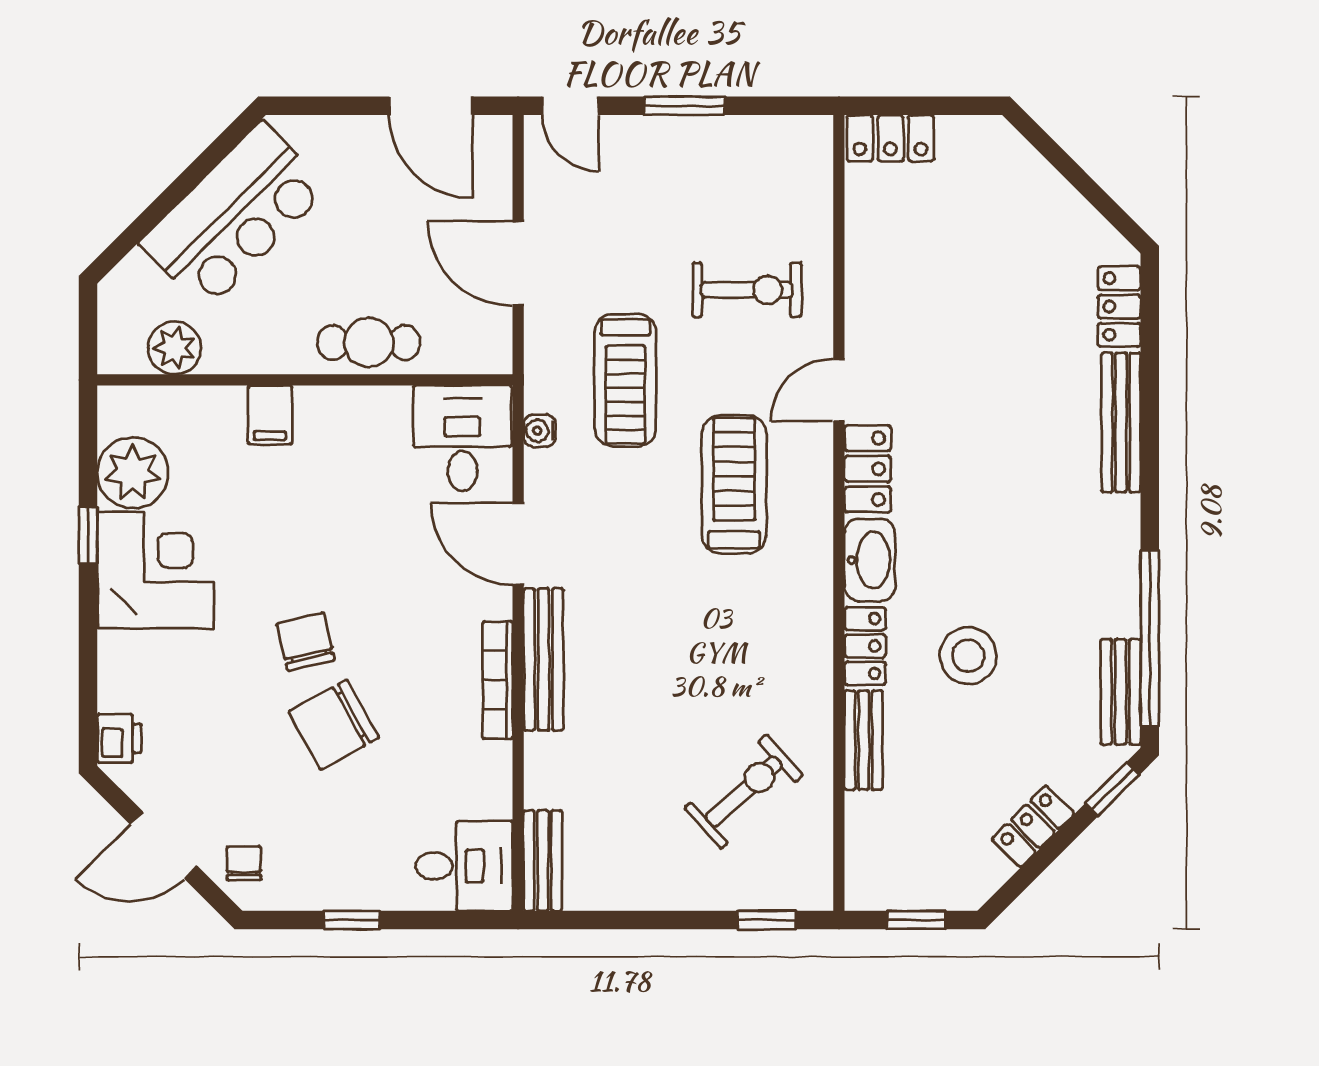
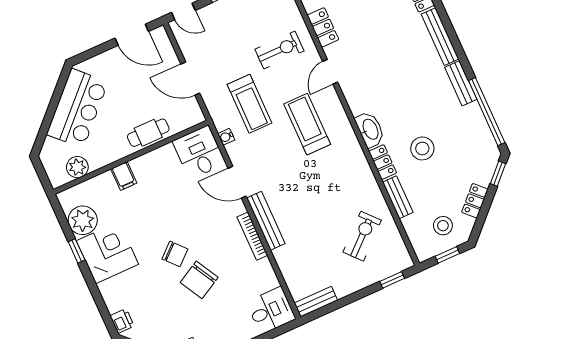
locker: (868, 469) -> (323, 27), moved
chair: (306, 642) -> (175, 254), turned 151
bench: (1121, 692) -> (461, 83), moved
stool: (936, 850) -> (443, 226), added
bench: (543, 861) -> (316, 302), moved, turned 90

